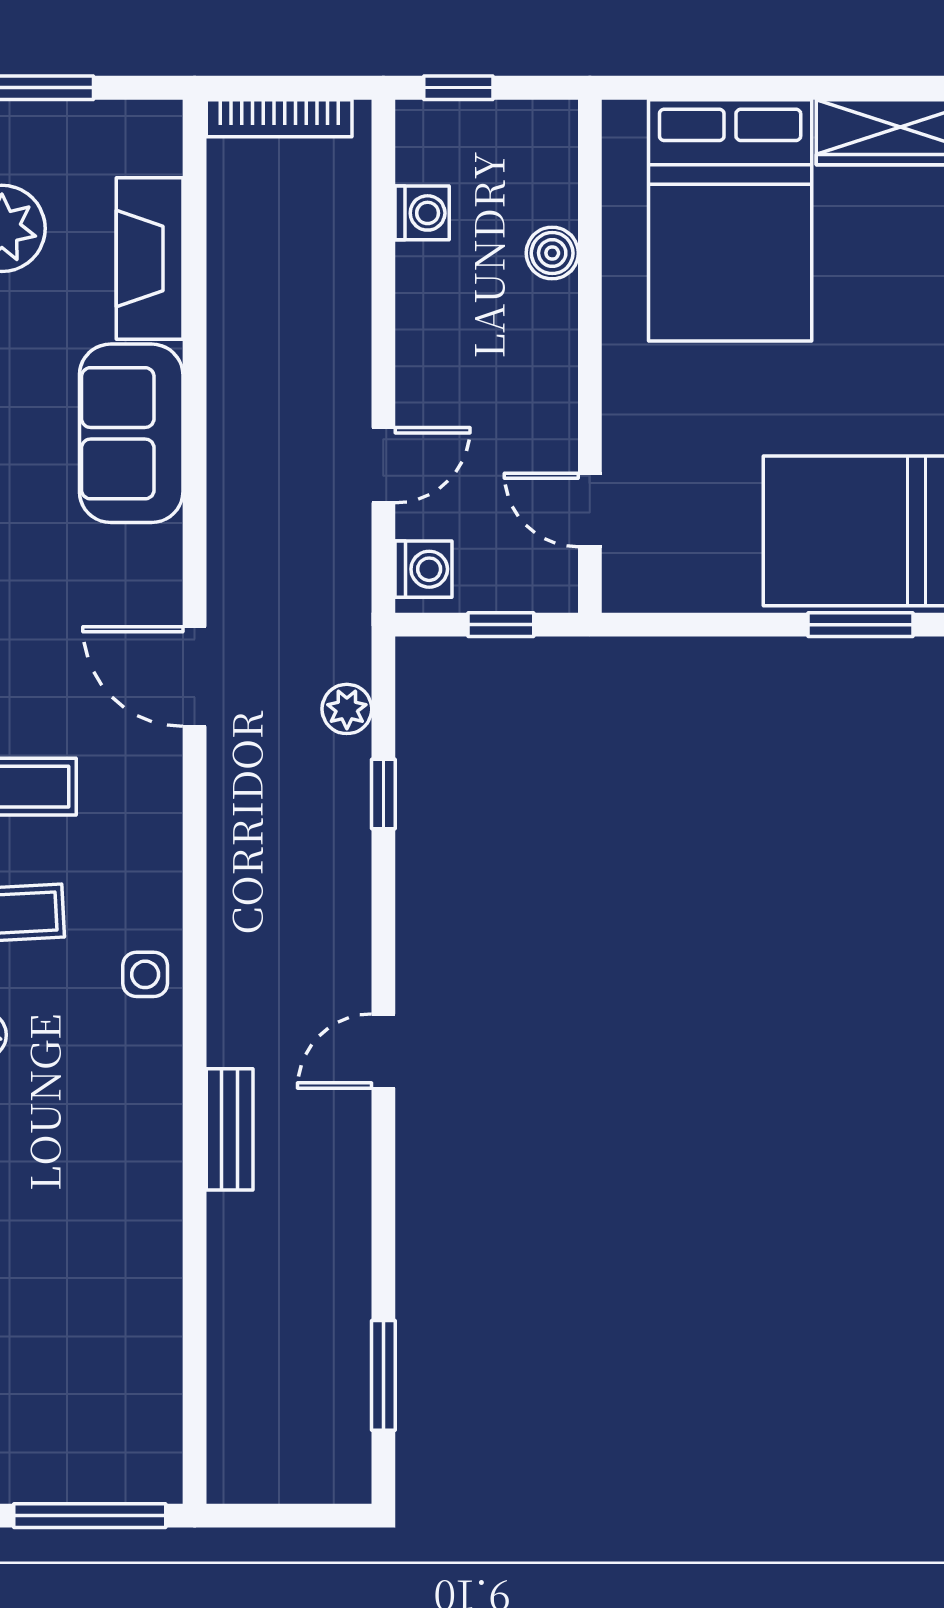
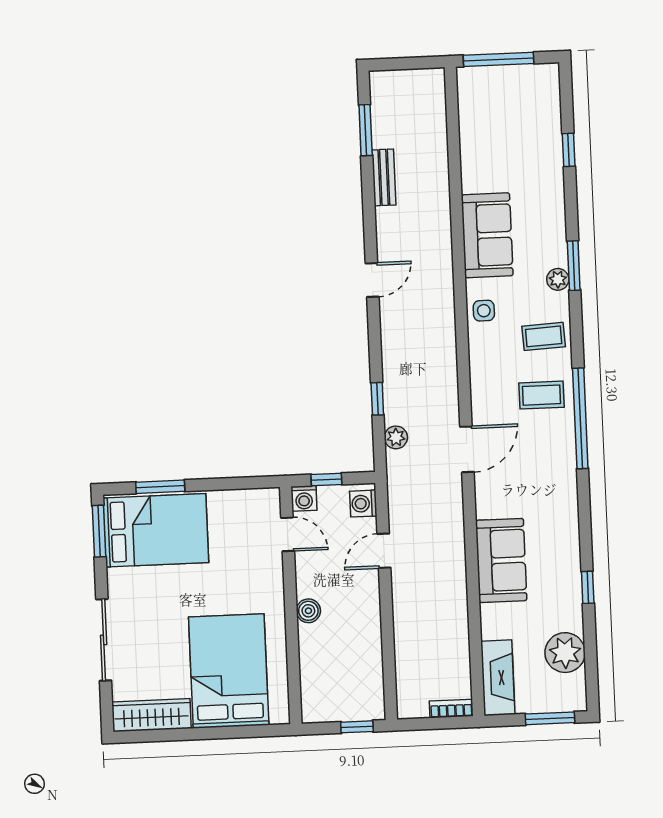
bookcase: (279, 118) -> (451, 709), width x0.64
washing machine: (422, 213) -> (304, 498), moved, turned -90
boiler: (552, 253) -> (308, 611), moved
fireplace: (150, 258) -> (498, 678), moved
door: (195, 677) -> (467, 449), hinge flipped
bench: (230, 1129) -> (384, 177), moved
sofa: (131, 1137) -> (487, 235), added

